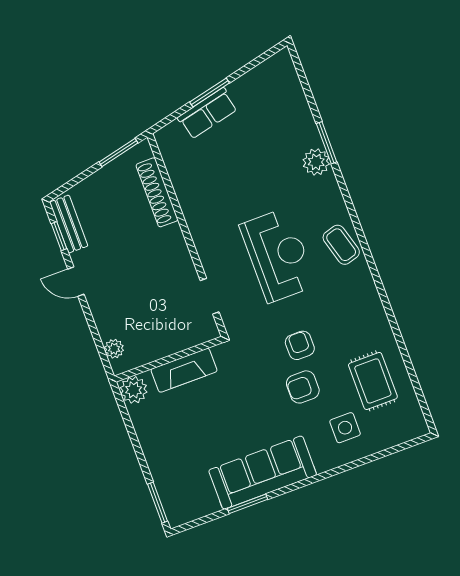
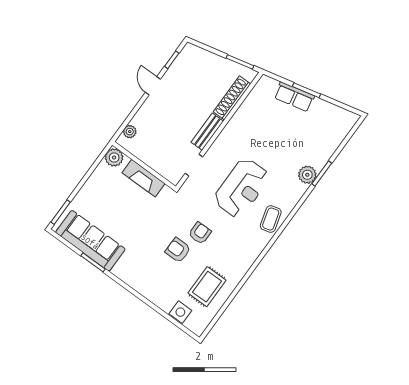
bench: (69, 224) -> (207, 132), moved
side table: (345, 428) -> (180, 312), moved
sofa: (263, 473) -> (90, 241), moved

